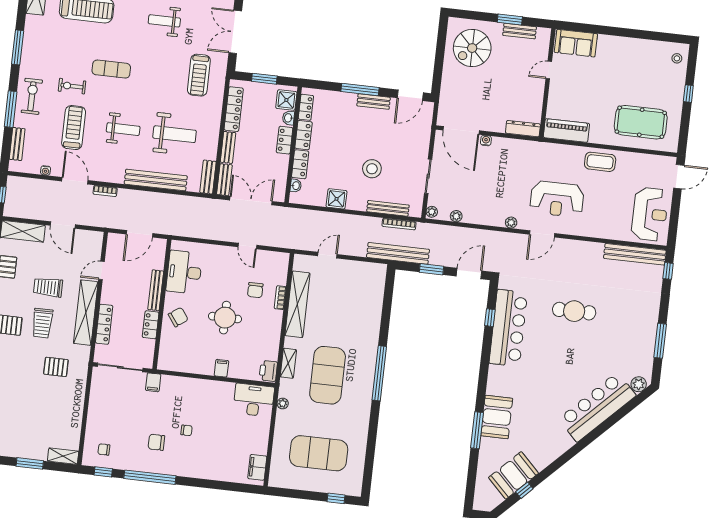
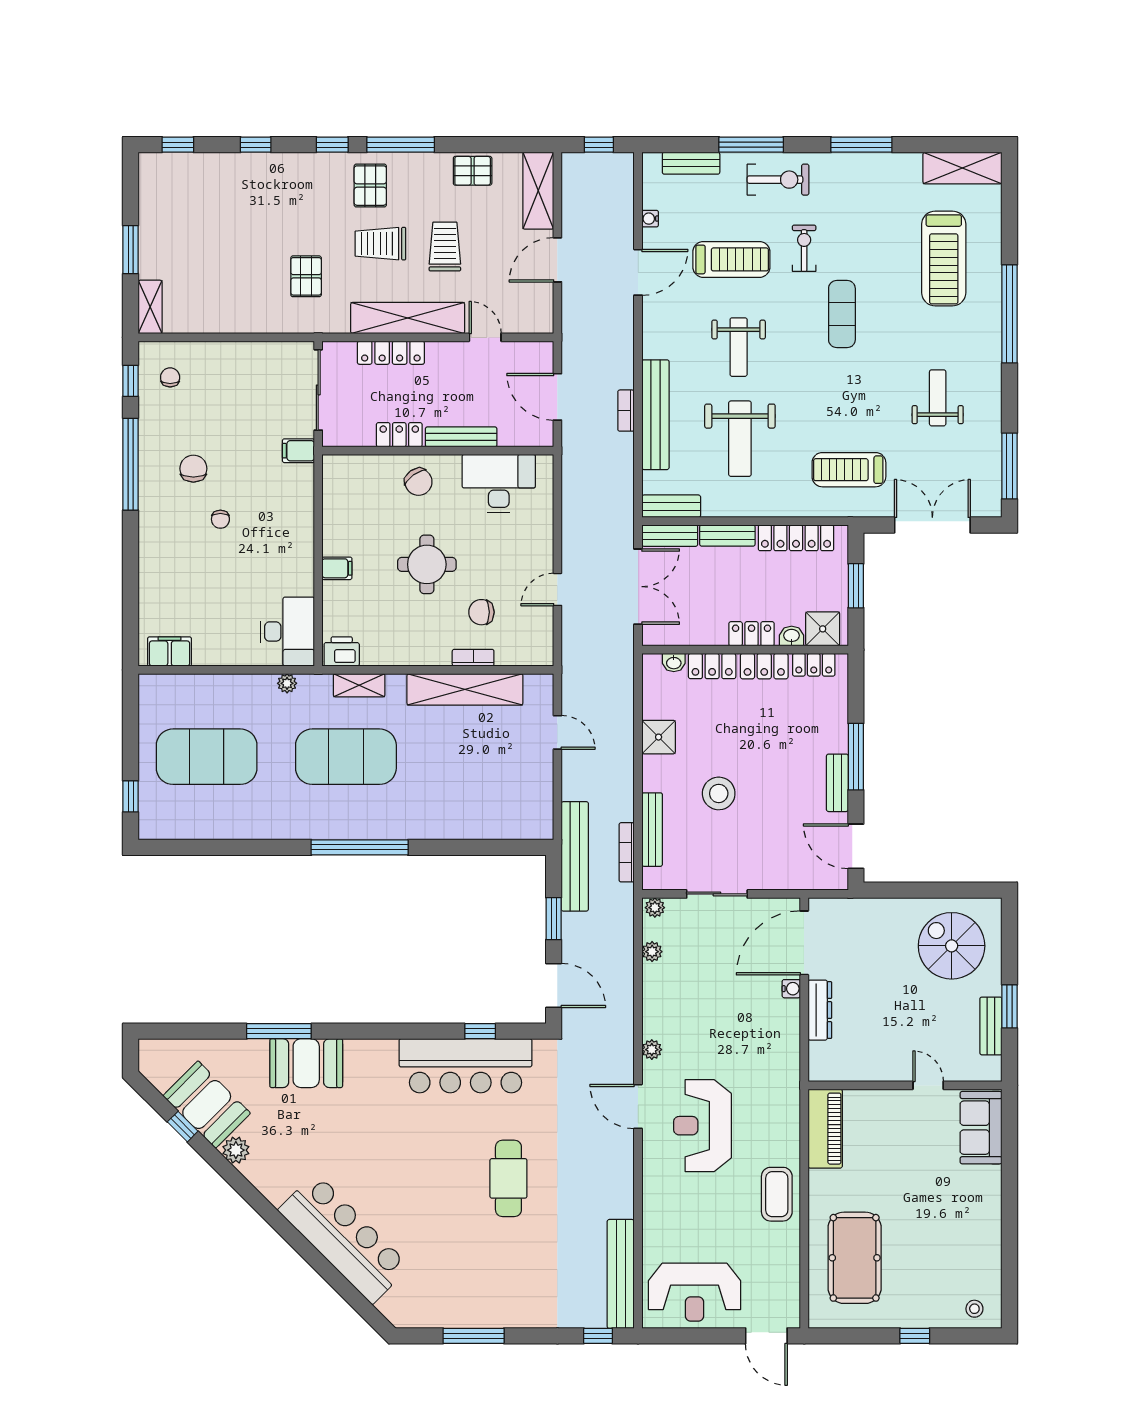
dresser: (523, 129) -> (820, 1010), moved
bookcase: (105, 191) -> (626, 411), moved
plant: (639, 384) -> (236, 1150), moved
exercise mat: (319, 453) -> (207, 757), turned 90

